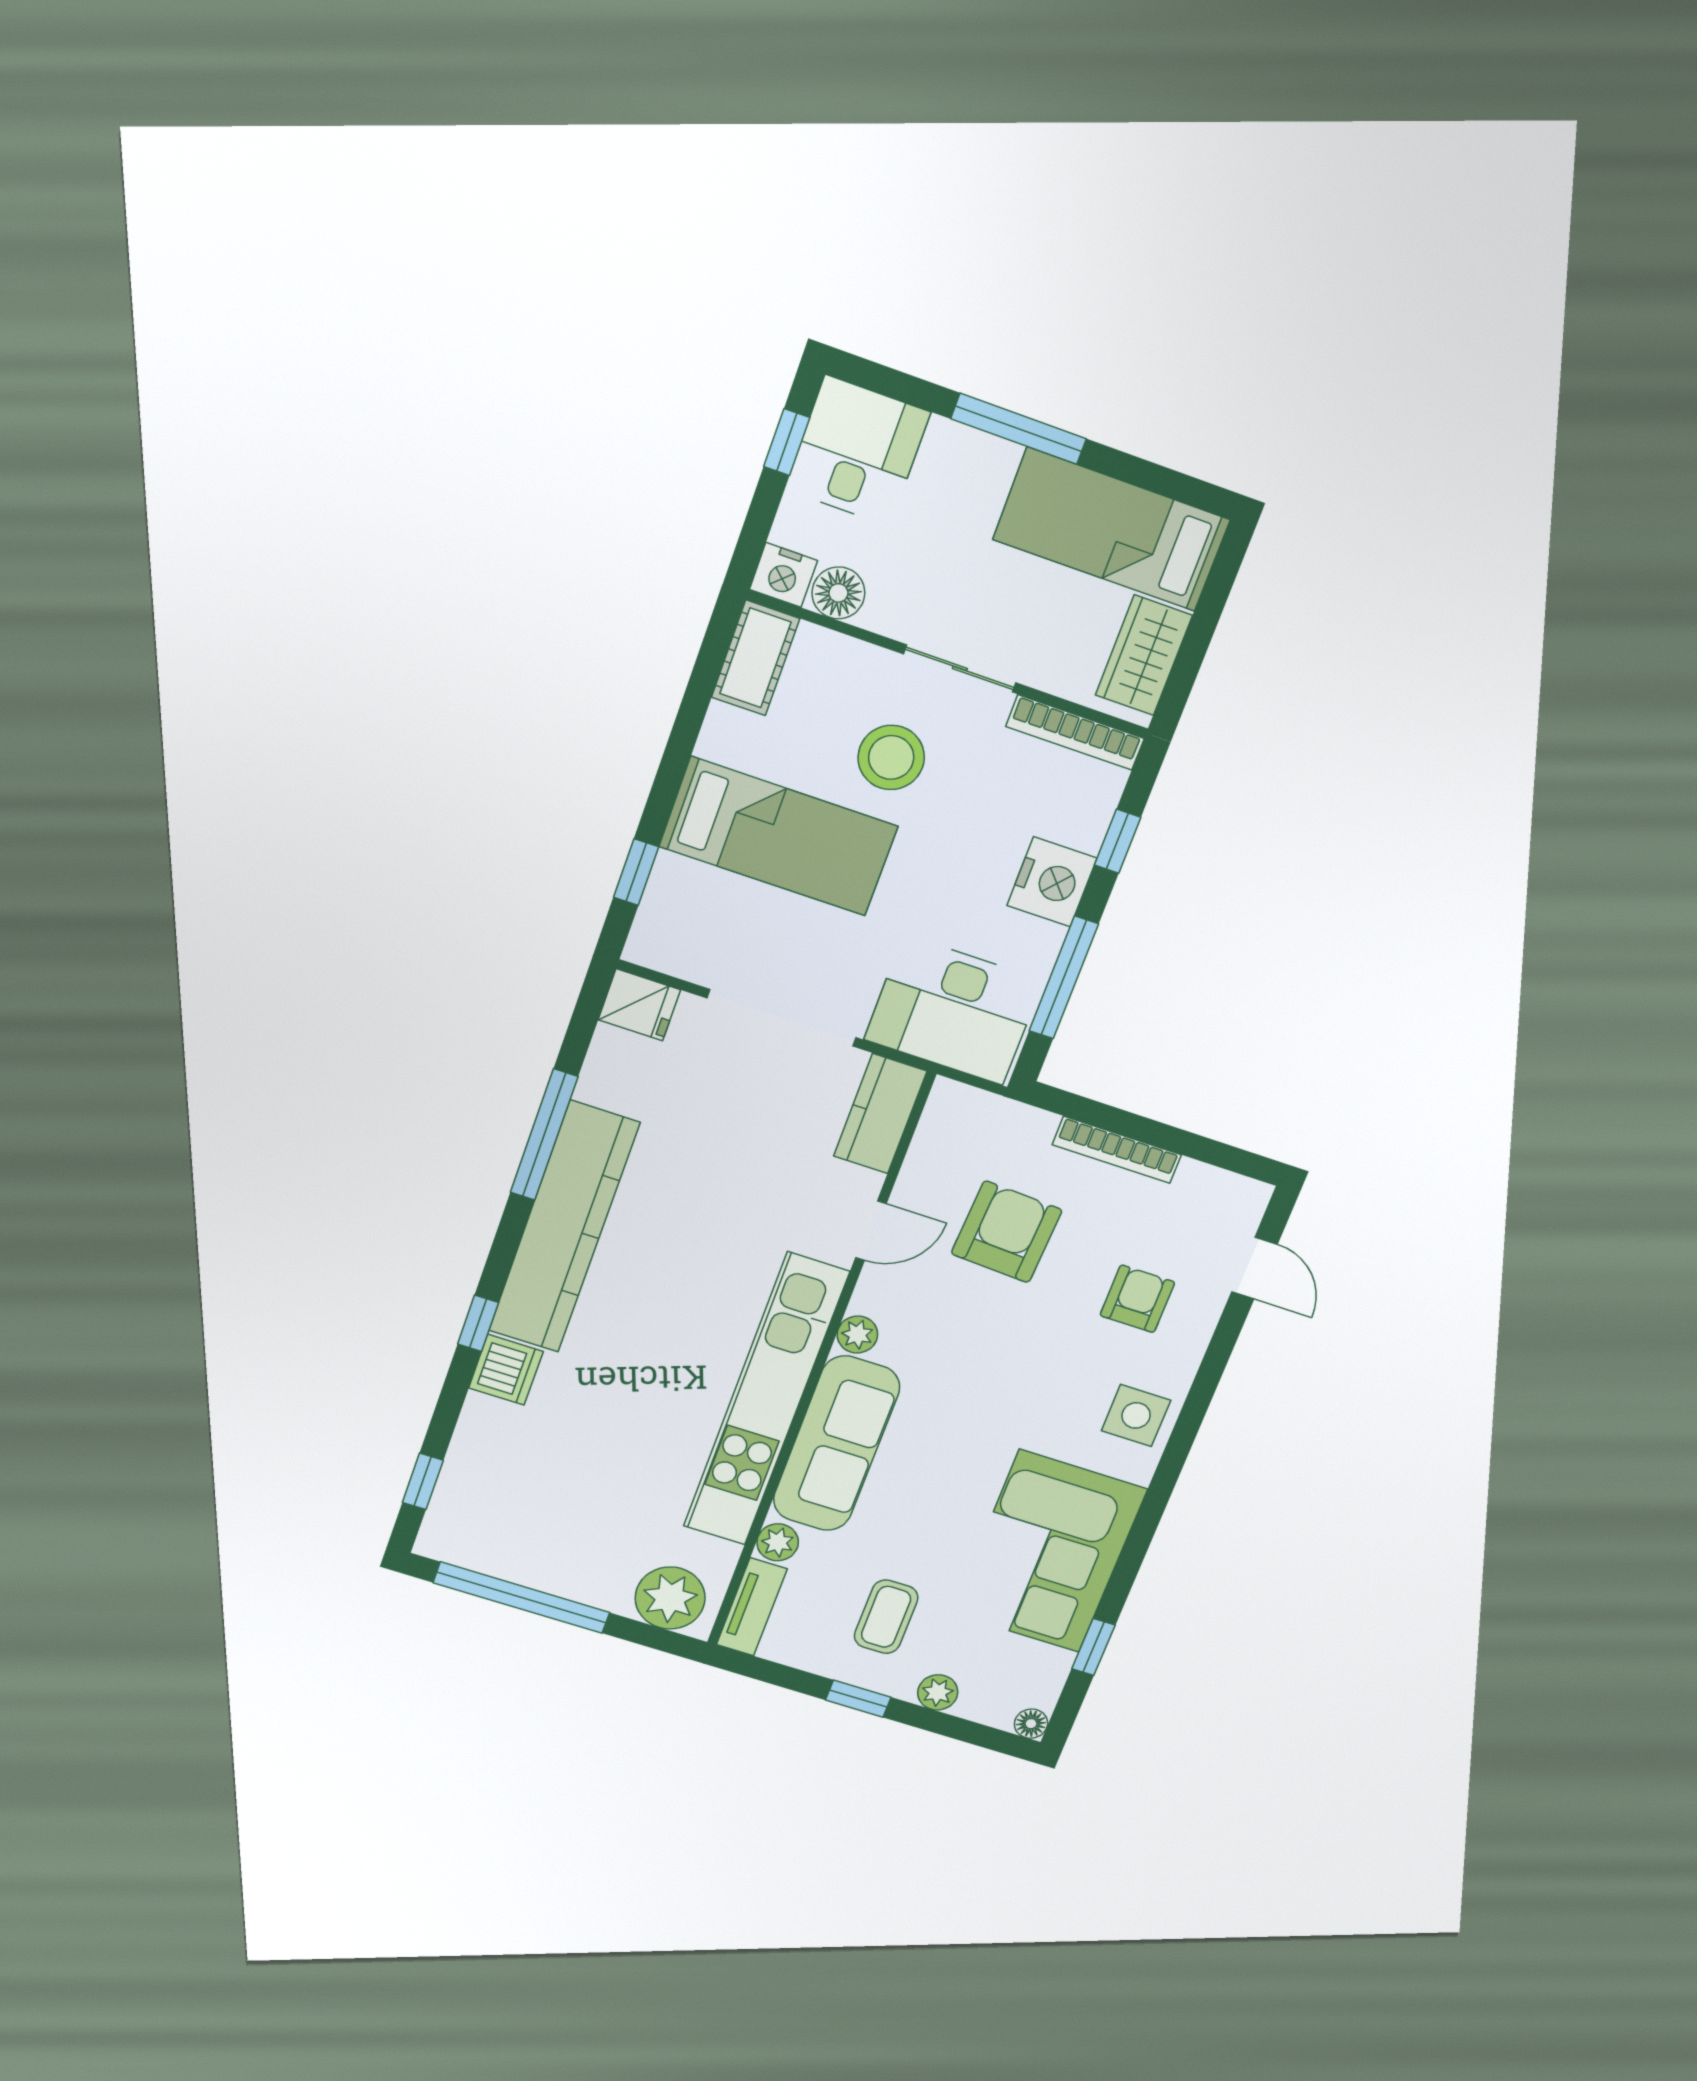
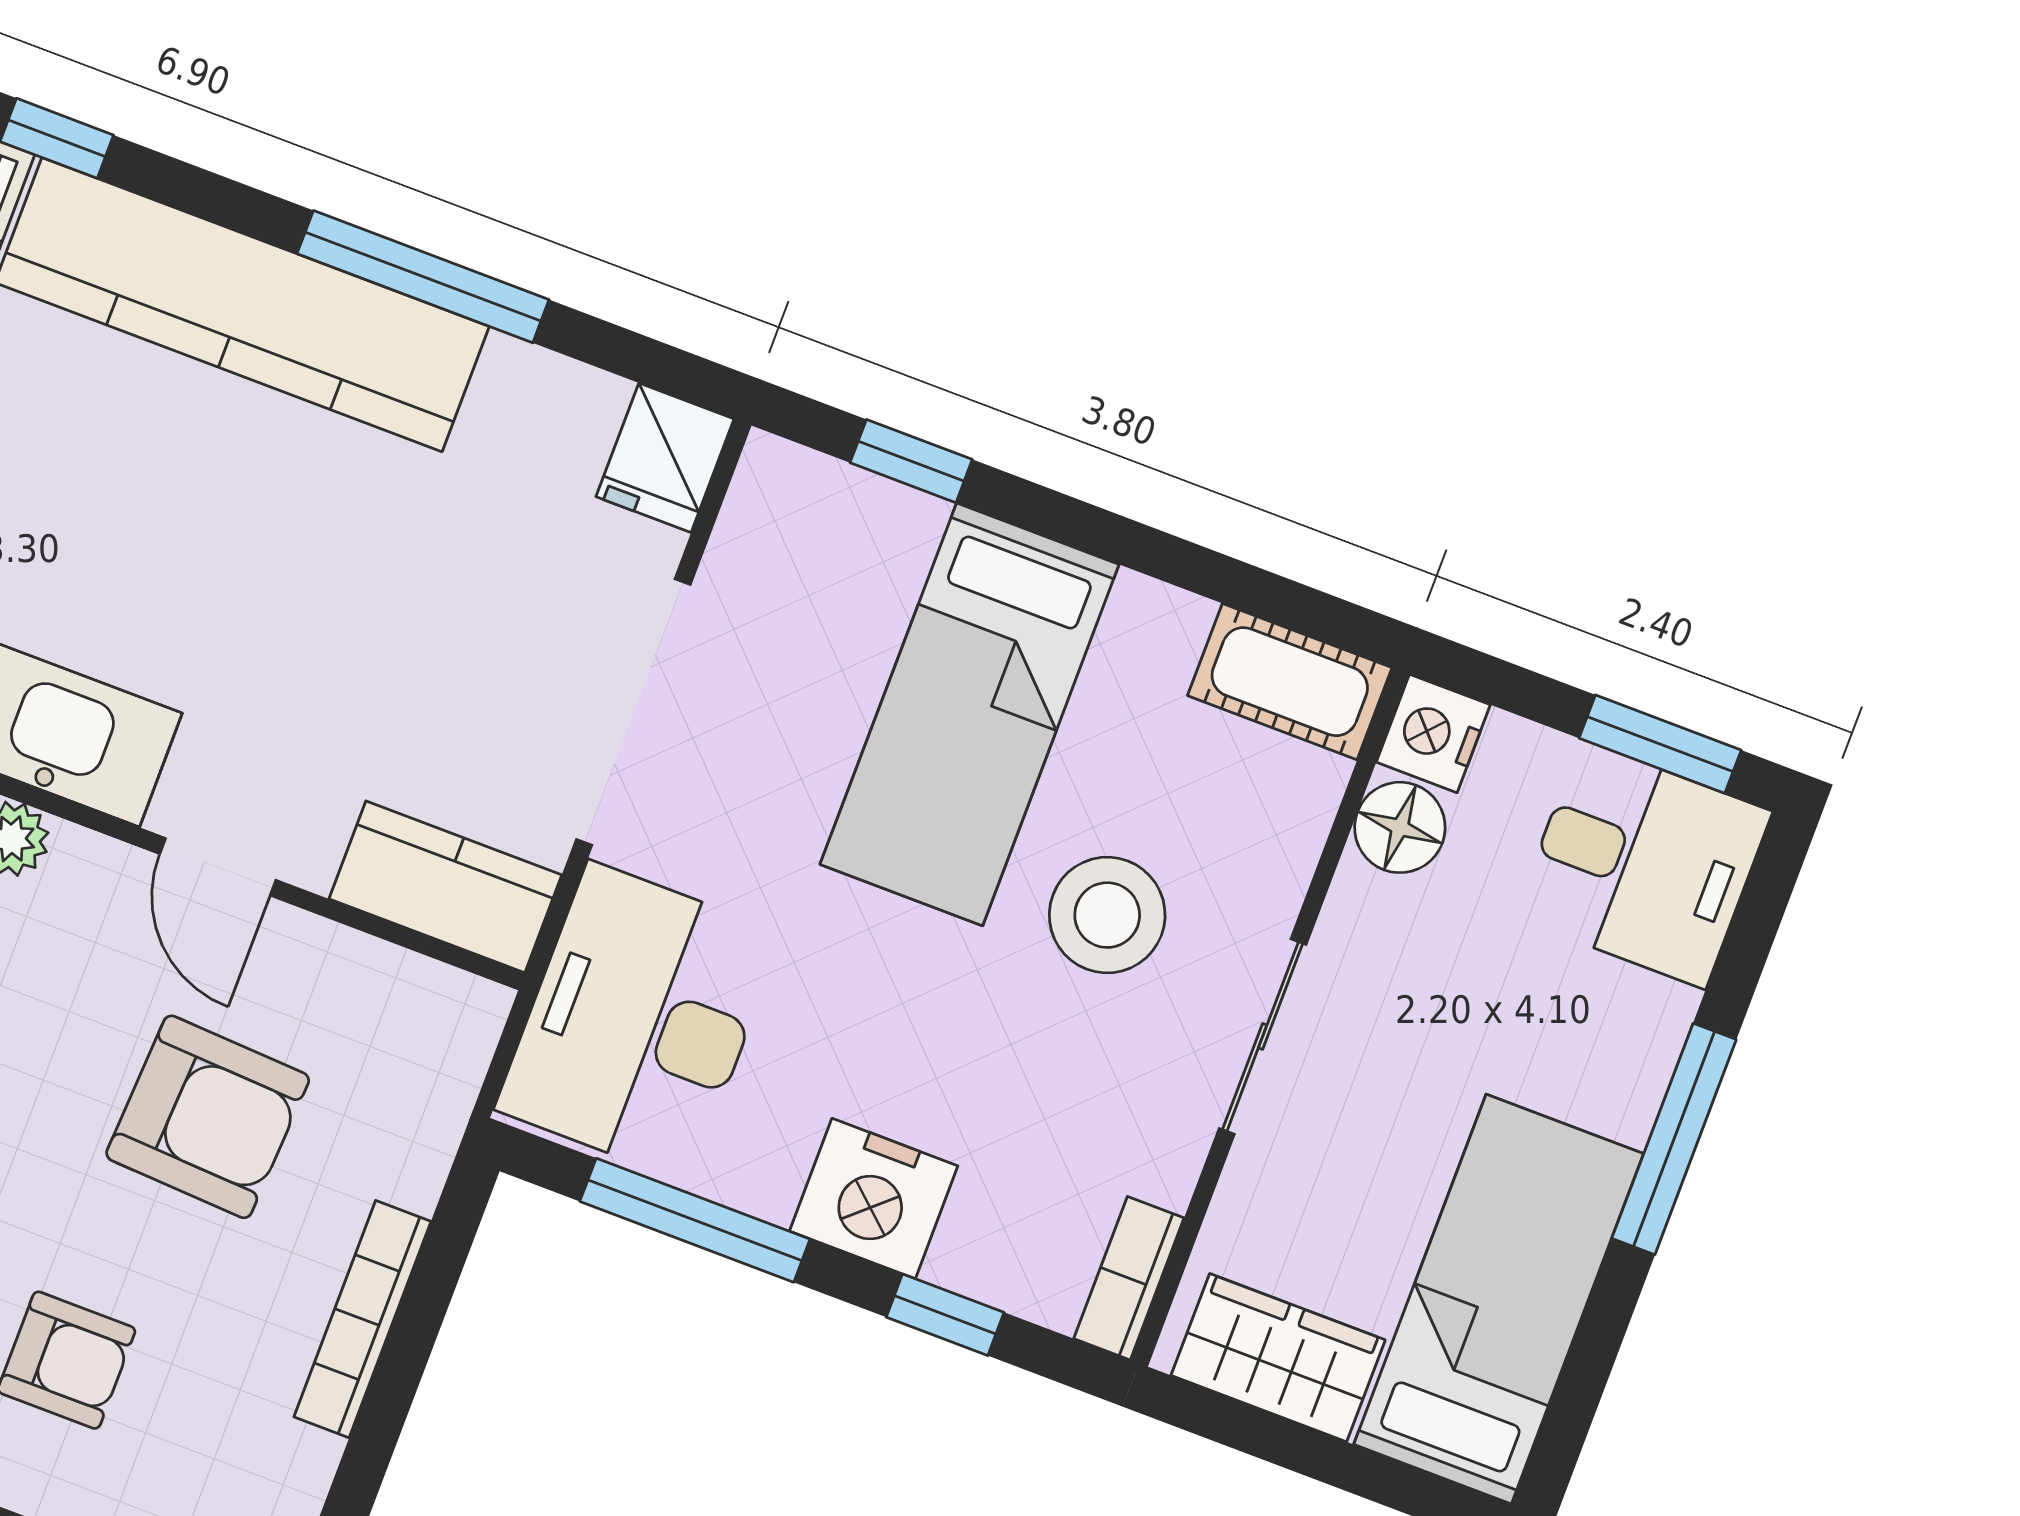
window: (787, 442) -> (1660, 744), width x1.50
bookcase: (1075, 732) -> (1129, 1278), width x0.64

